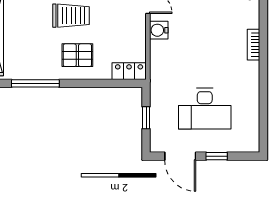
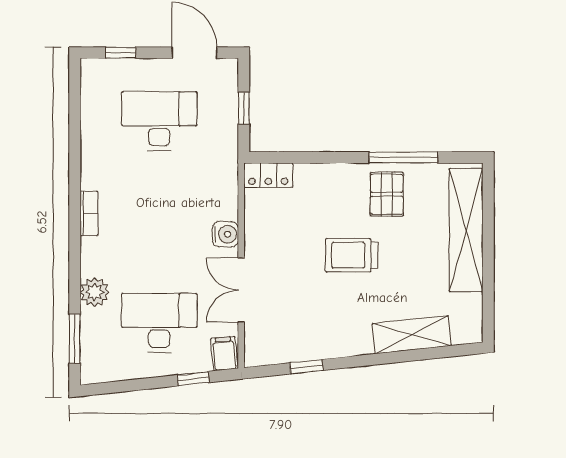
pallet: (77, 55) -> (387, 194), moved, turned 90
window: (217, 156) -> (121, 53), moved

